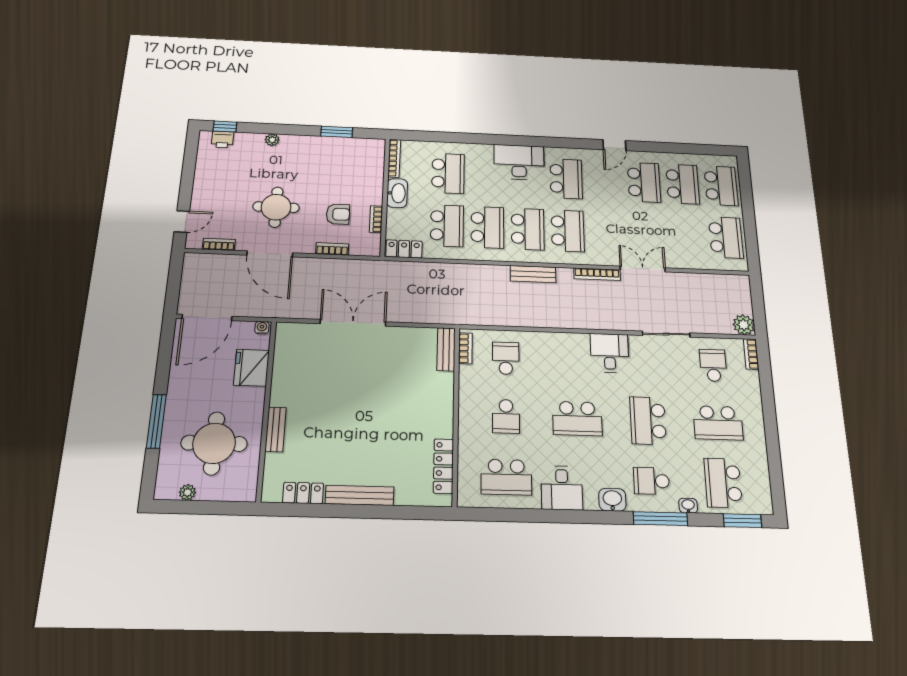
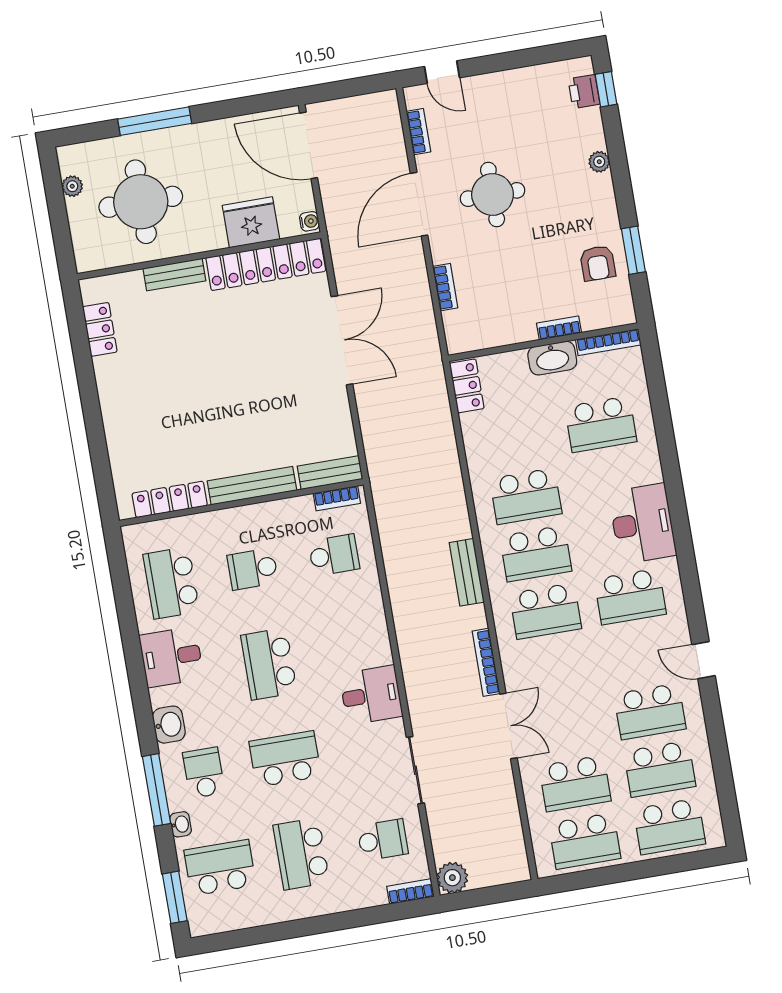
armchair: (338, 214) -> (598, 263), moved
bookcase: (376, 219) -> (559, 328), moved
school desk: (447, 226) -> (575, 783), moved
locker: (285, 363) -> (266, 264), added
bench: (360, 495) -> (252, 486), moved, turned 90

